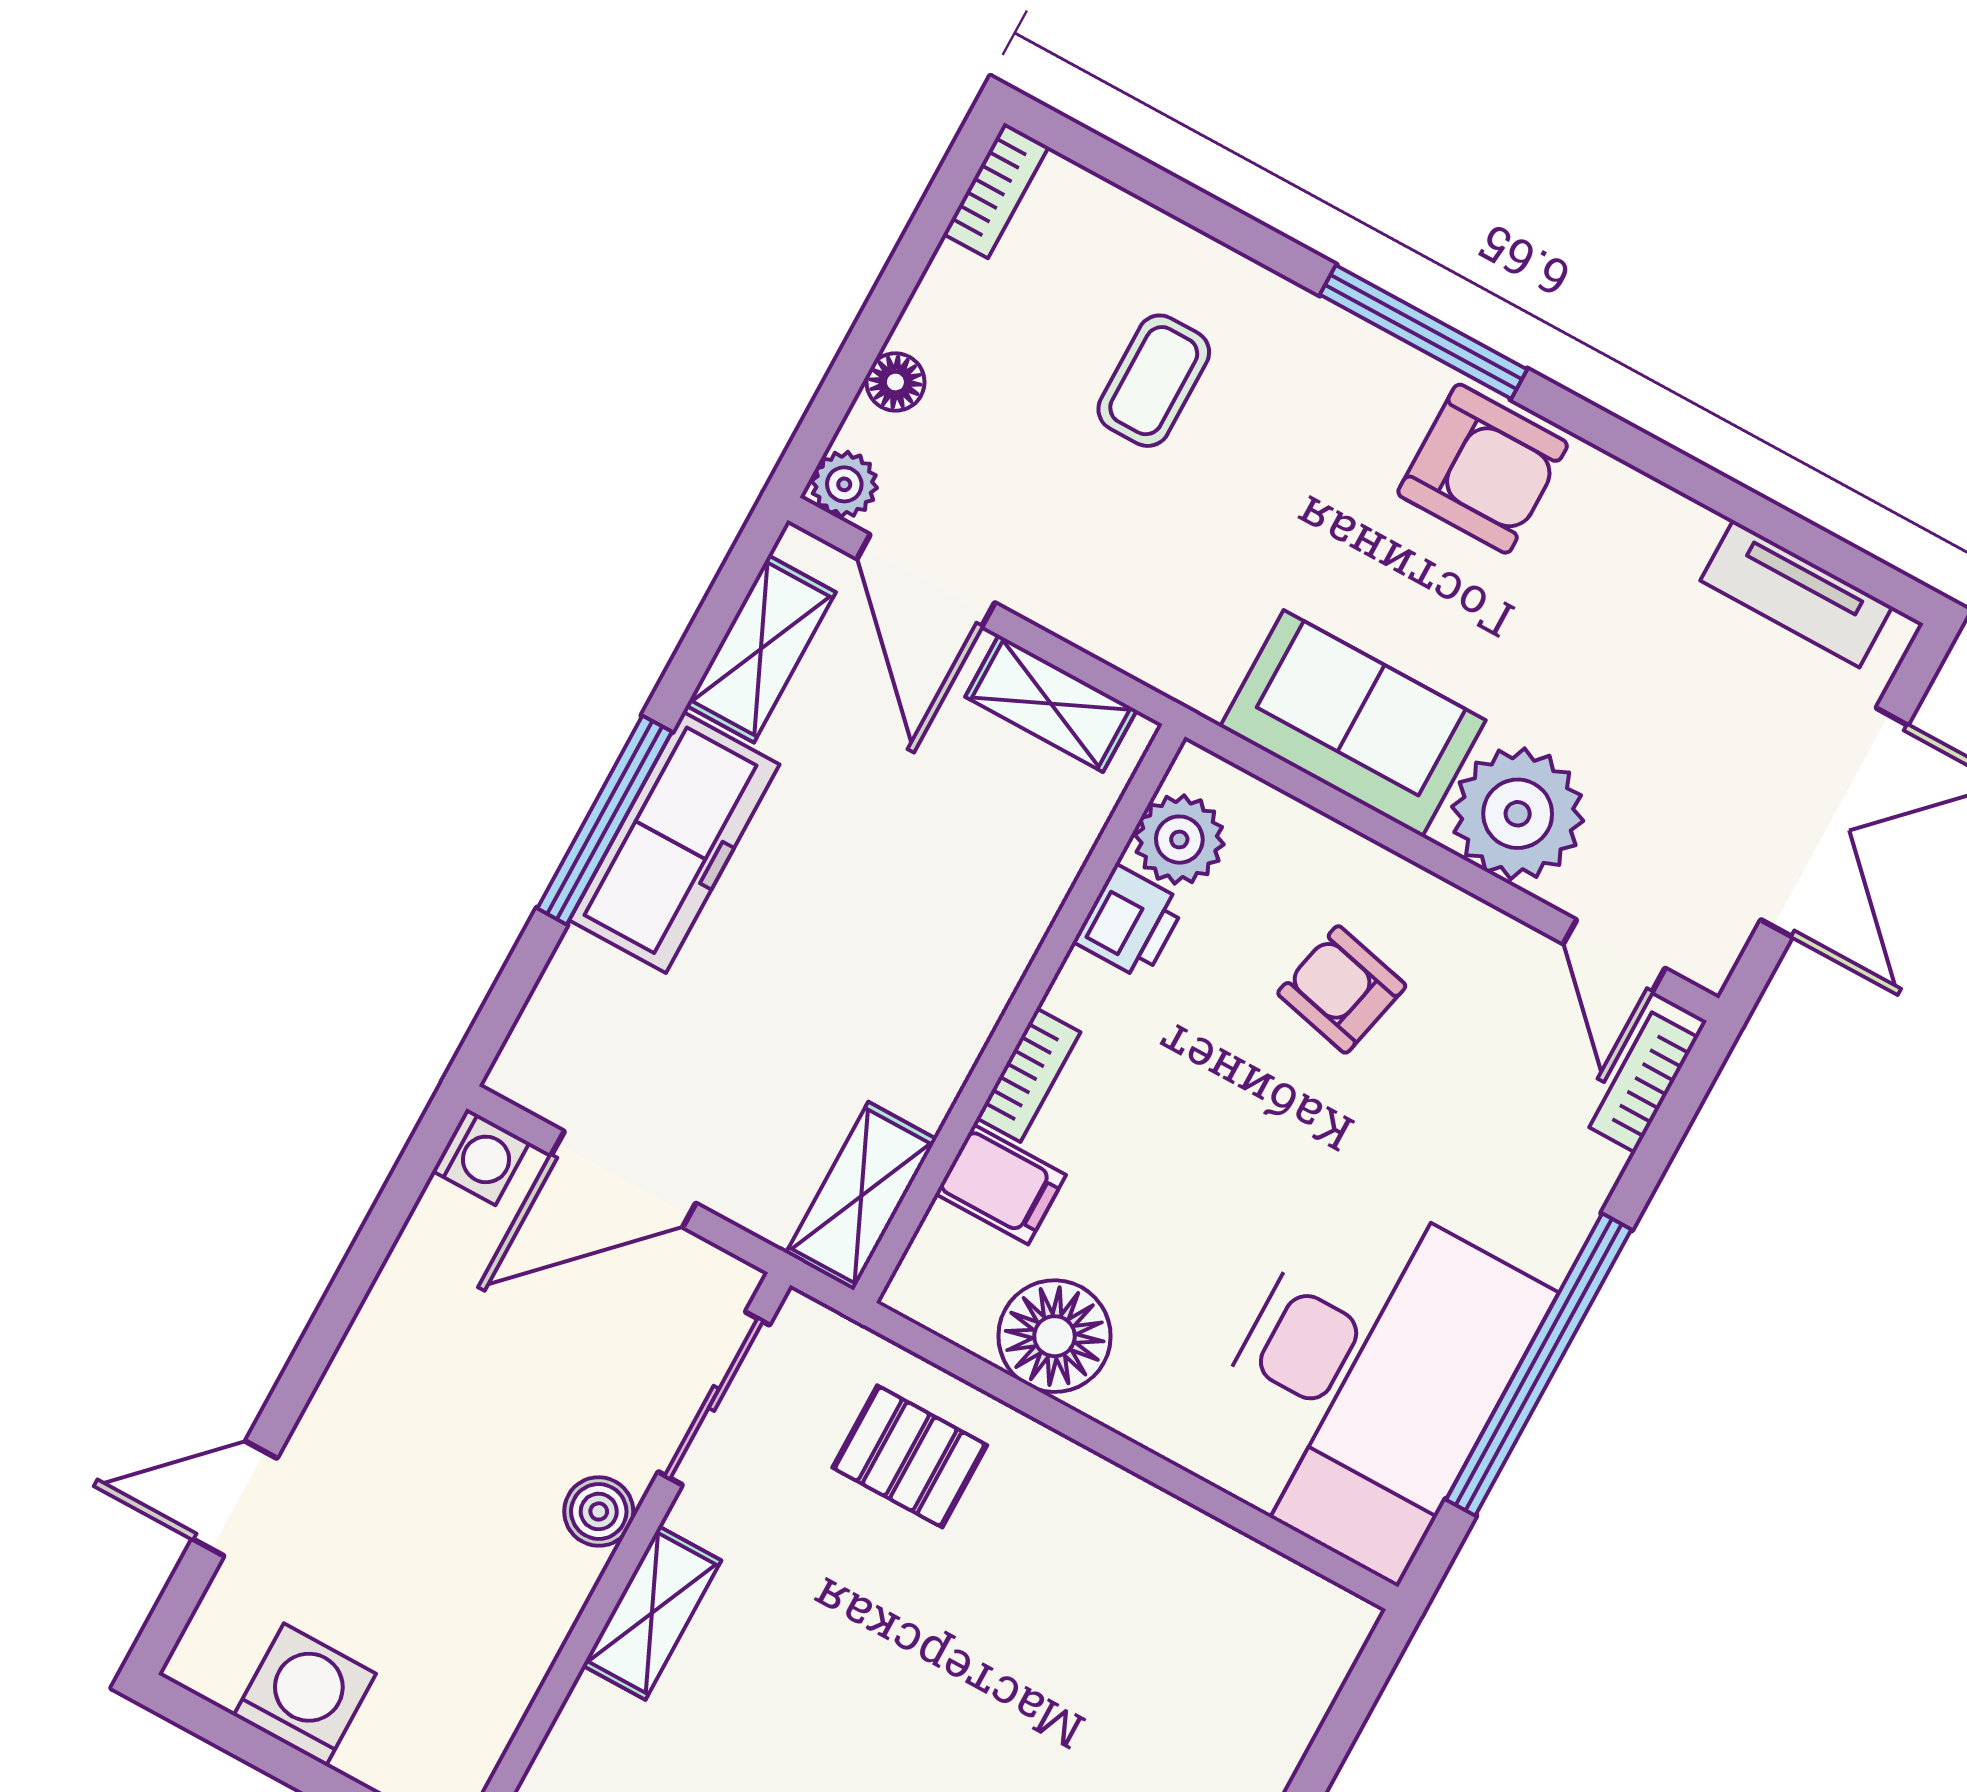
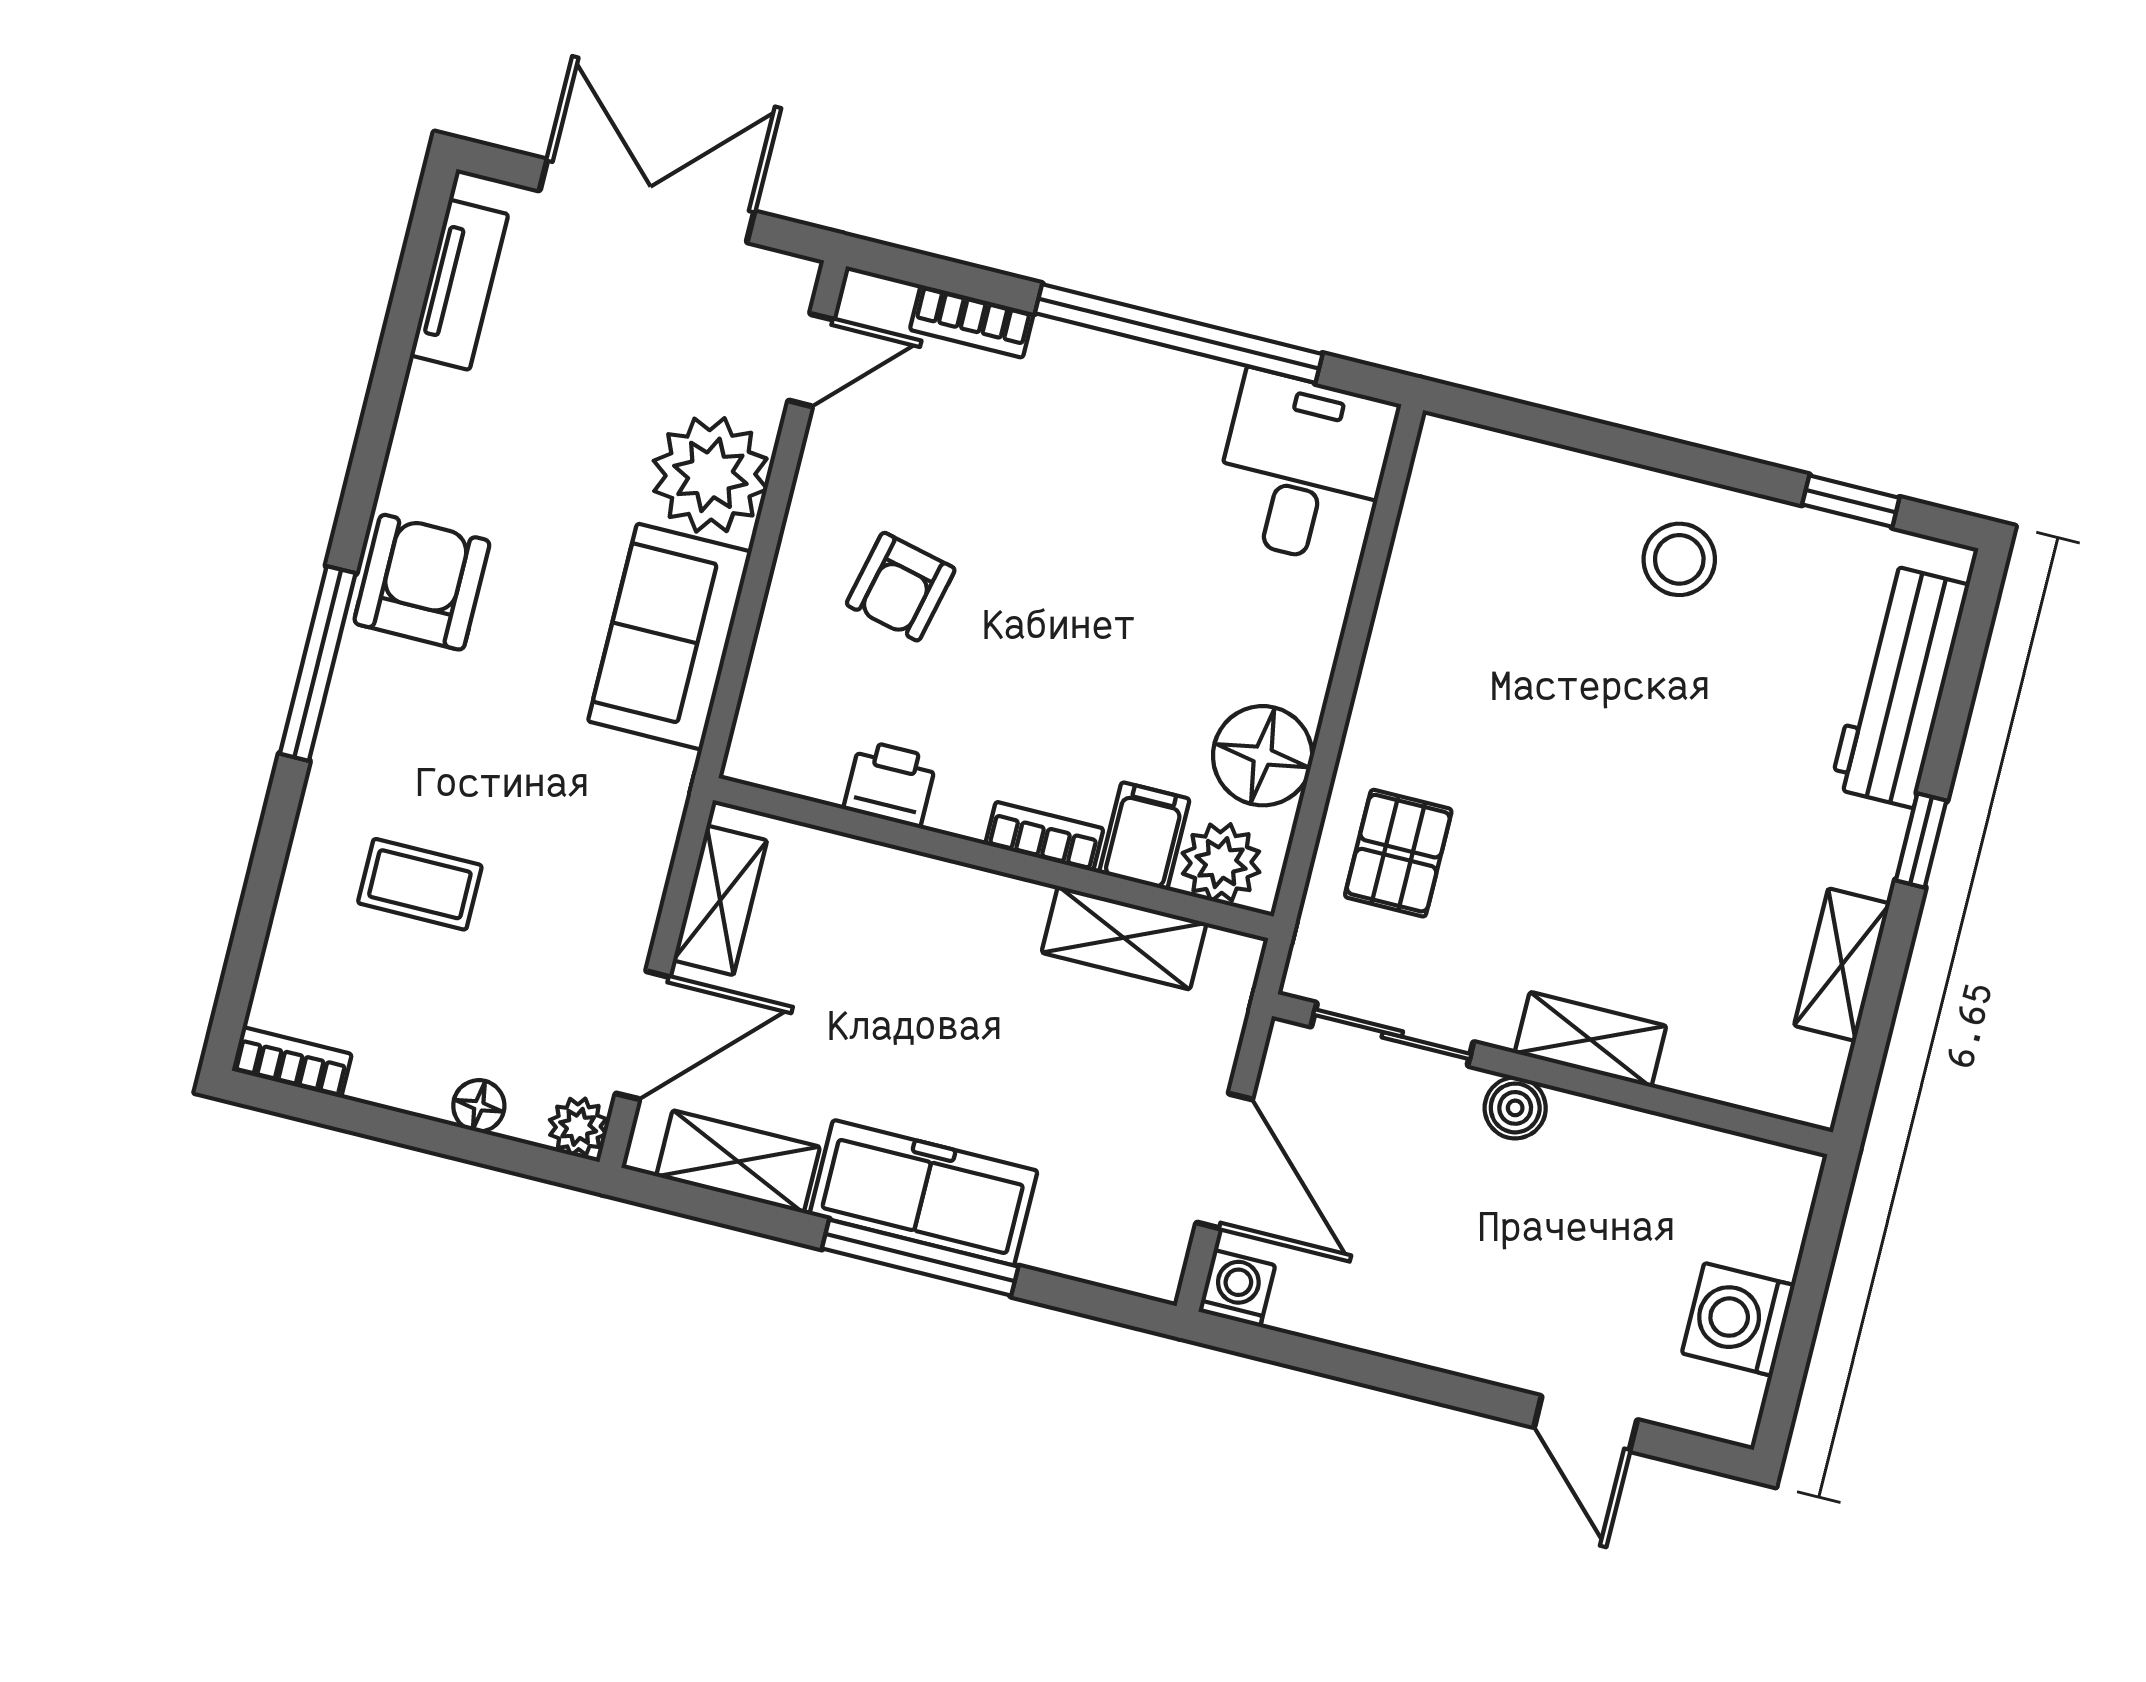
plant: (1179, 840) -> (1221, 863), moved
bookcase: (1644, 1082) -> (972, 321), moved
shelving: (861, 1196) -> (1124, 938), moved
desk: (1368, 1380) -> (1303, 468), width x0.53, depth x0.77

